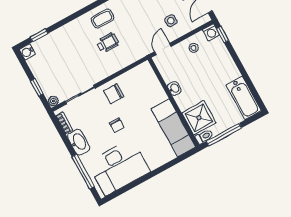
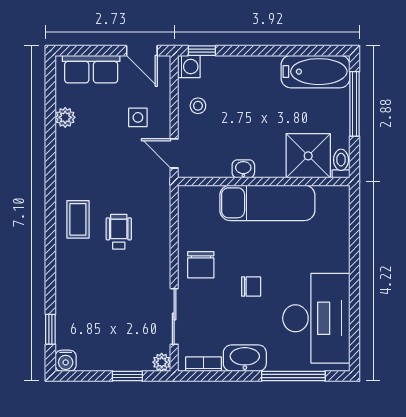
exam couch: (173, 128) -> (267, 203), moved
window: (224, 135) -> (355, 104), moved

